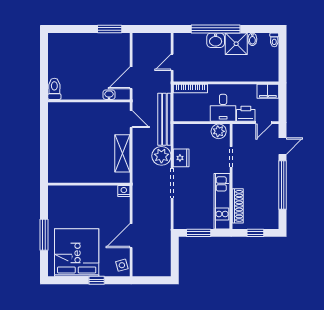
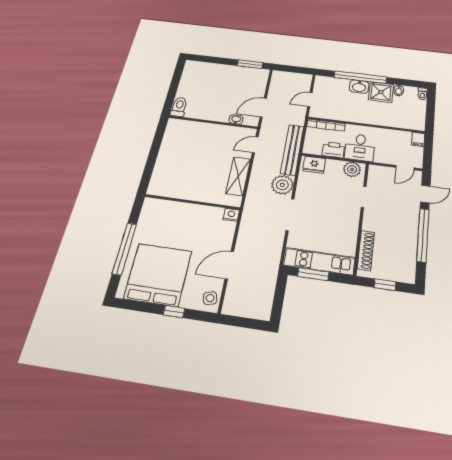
filing cabinet: (268, 91) -> (418, 139), width x0.50
printer: (246, 114) -> (333, 150), moved
door: (131, 119) -> (255, 145), swing flipped
fridge: (181, 158) -> (314, 165), moved, turned 90
kitchen unit: (222, 201) -> (320, 261), moved, turned 90
window: (44, 235) -> (124, 249), width x1.46

